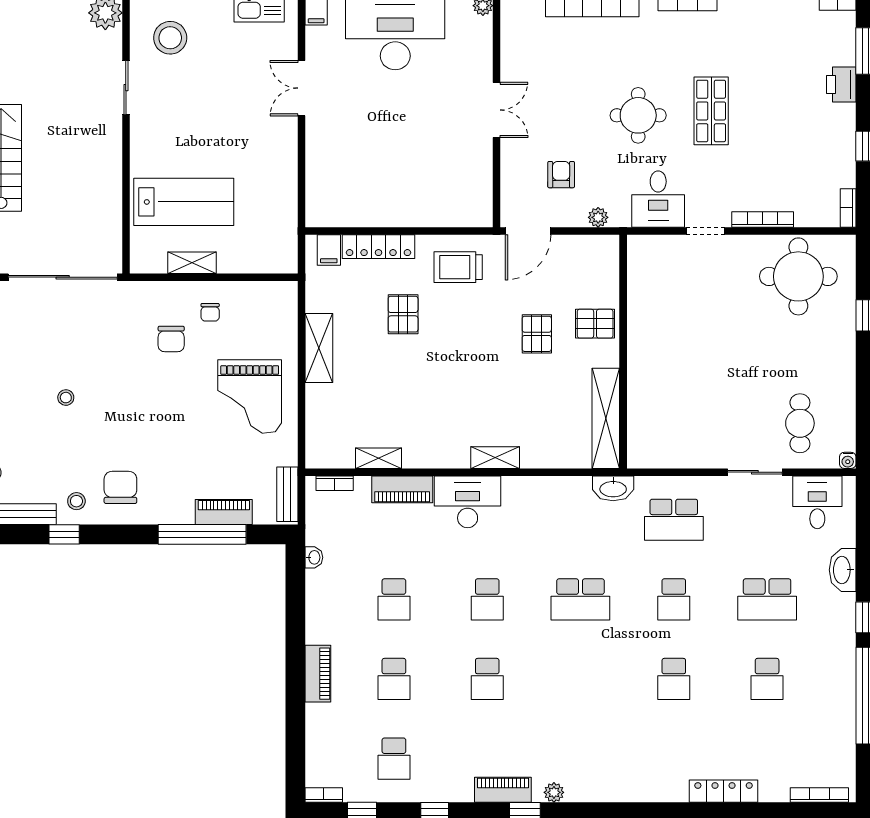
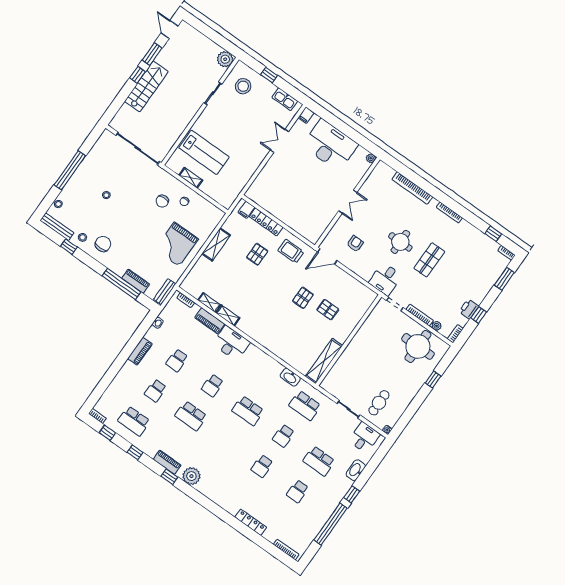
printer: (841, 84) -> (469, 309), moved
plant: (598, 217) -> (437, 326), moved
wall: (623, 352) -> (349, 340), moved
shelving: (606, 418) -> (324, 361), moved
shelving: (495, 458) -> (228, 315), moved
piano: (318, 674) -> (140, 351), moved
school desk: (487, 679) -> (191, 416), width x1.85
school desk: (394, 759) -> (134, 421), width x1.85
plant: (554, 792) -> (191, 476), width x1.88, depth x1.88

